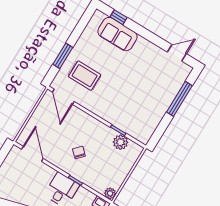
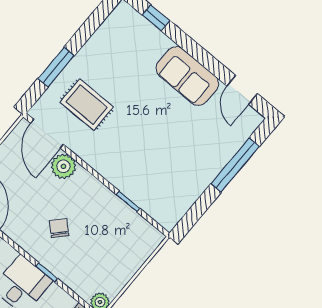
sofa: (117, 34) -> (187, 76), moved
door: (177, 53) -> (242, 90), swing flipped
plant: (121, 142) -> (63, 166), moved

